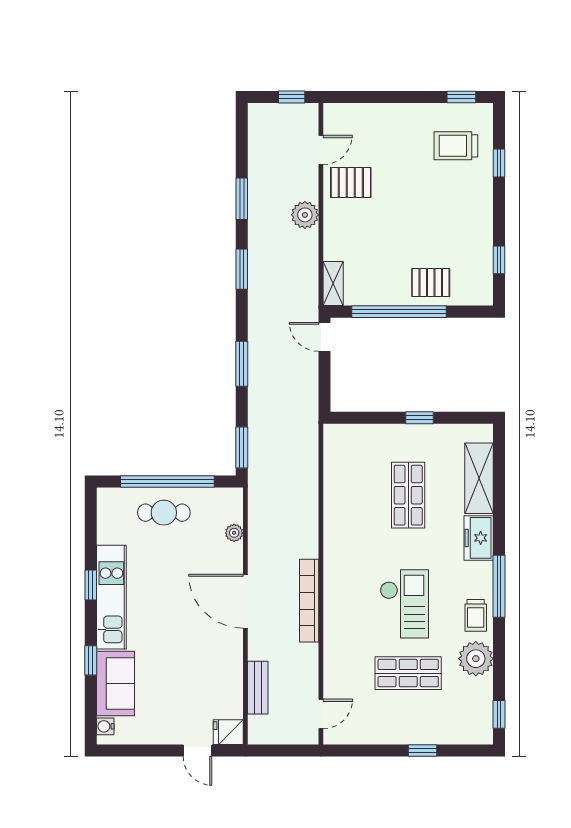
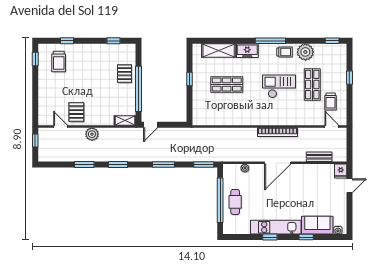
trolley: (373, 711) -> (331, 101), added

